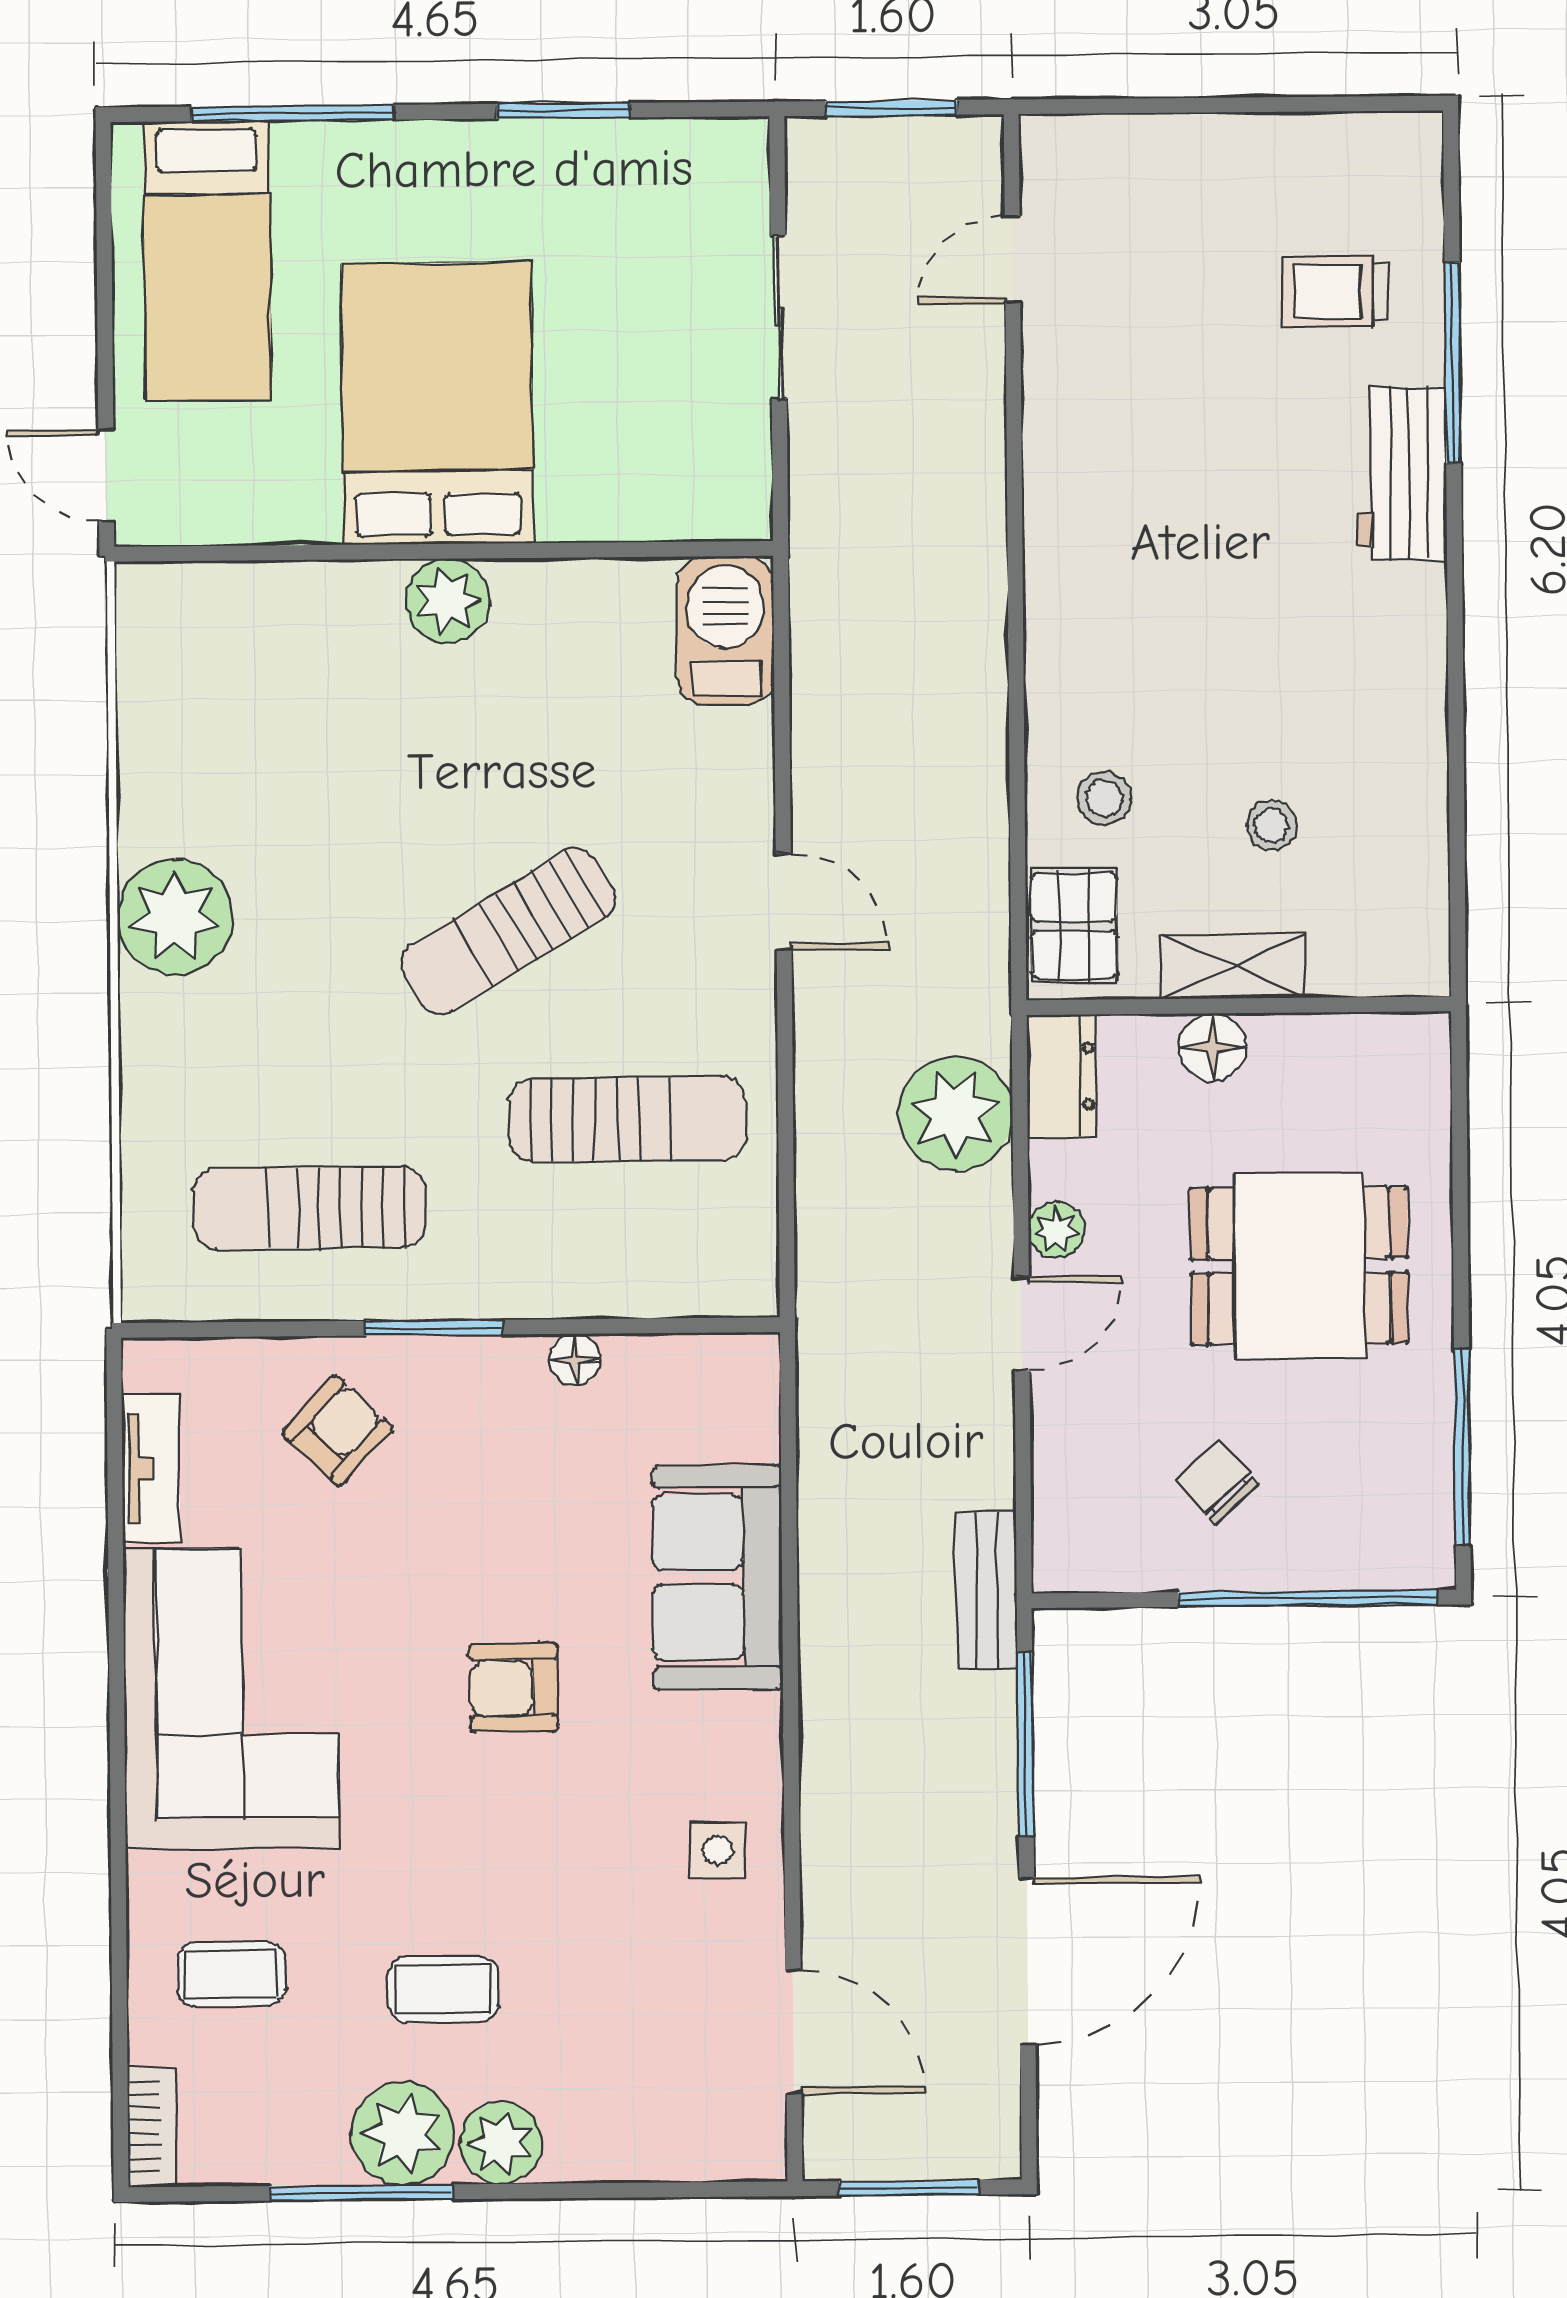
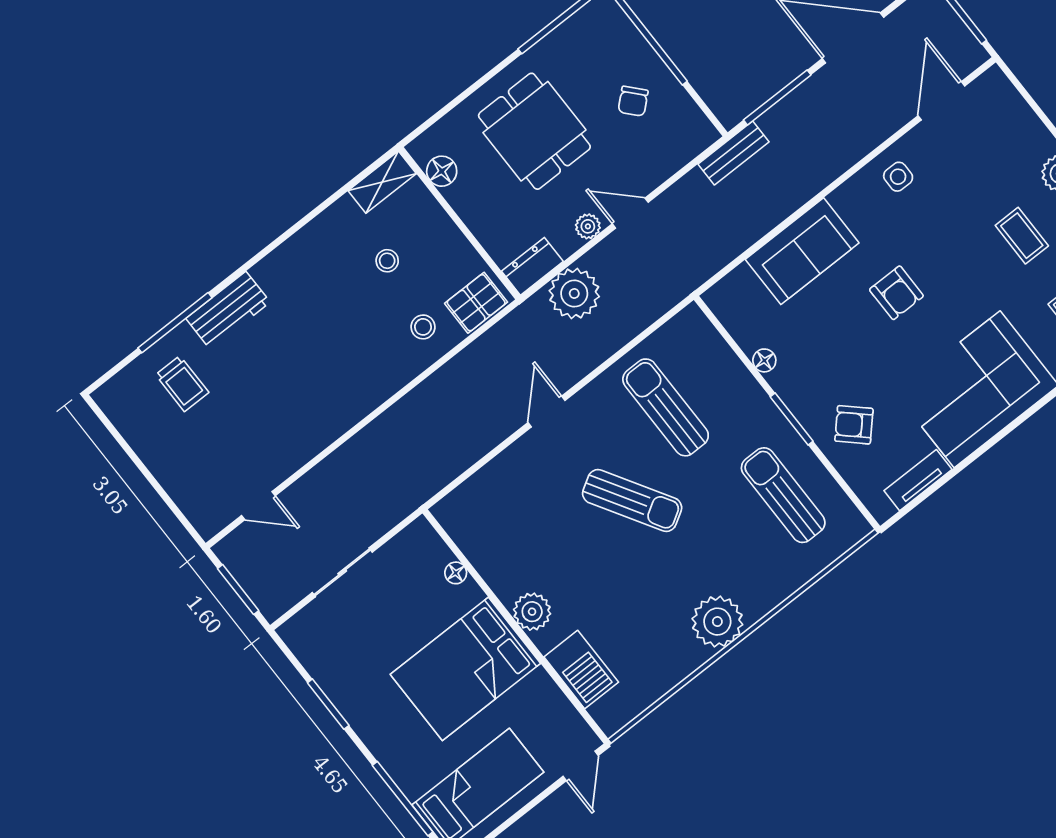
floor lamp: (621, 518) -> (456, 573), added
barbecue: (725, 631) -> (581, 669), moved, turned -90
shelving: (1233, 966) -> (382, 182), moved, turned 90
floor lamp: (1213, 1047) -> (442, 171), moved
sun lounger: (309, 1208) -> (783, 495), turned 180

